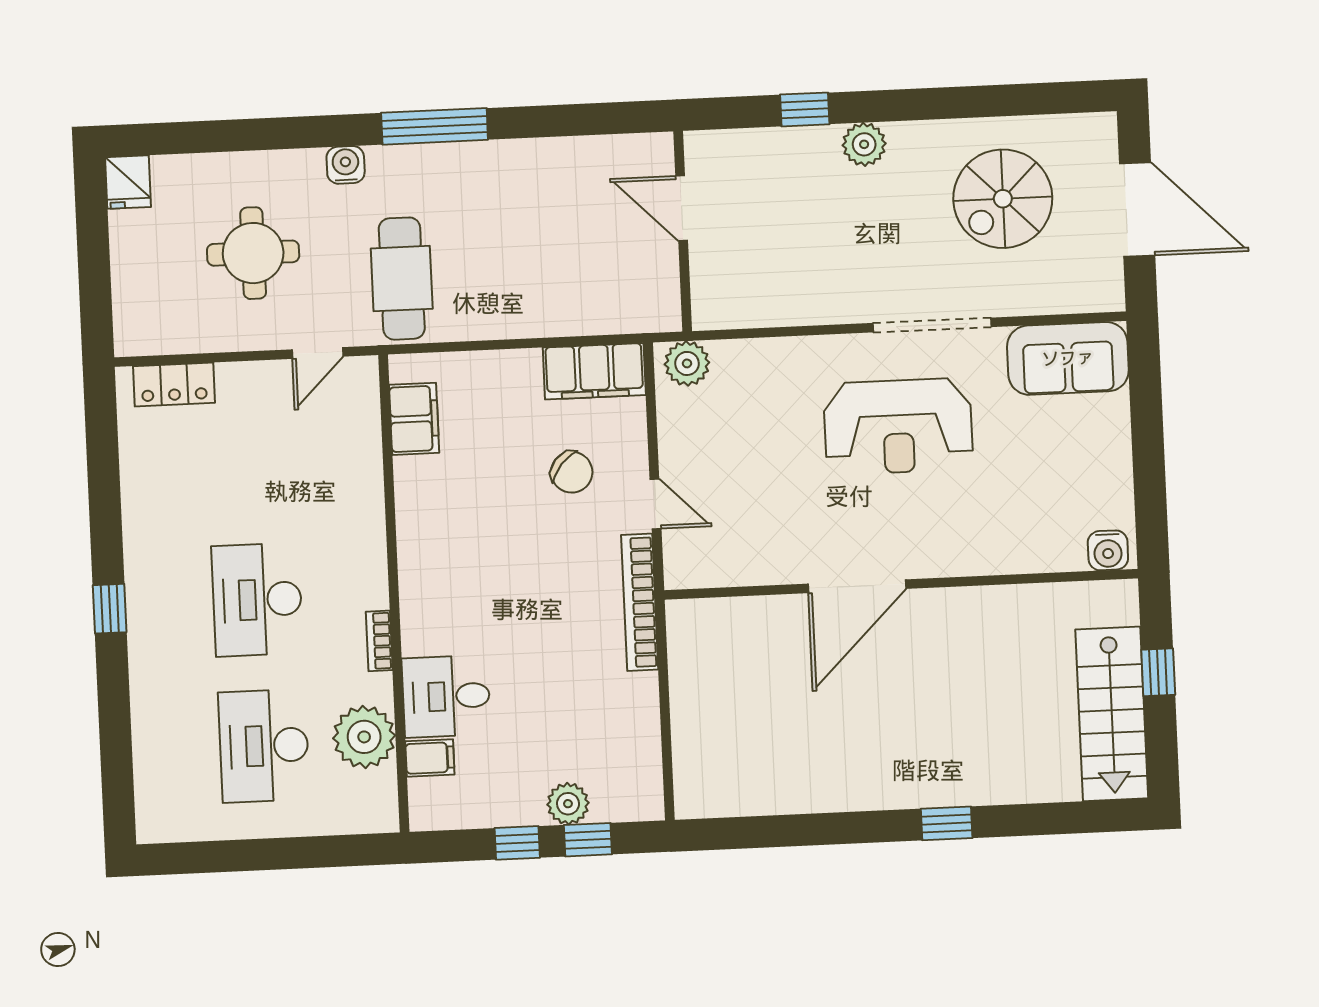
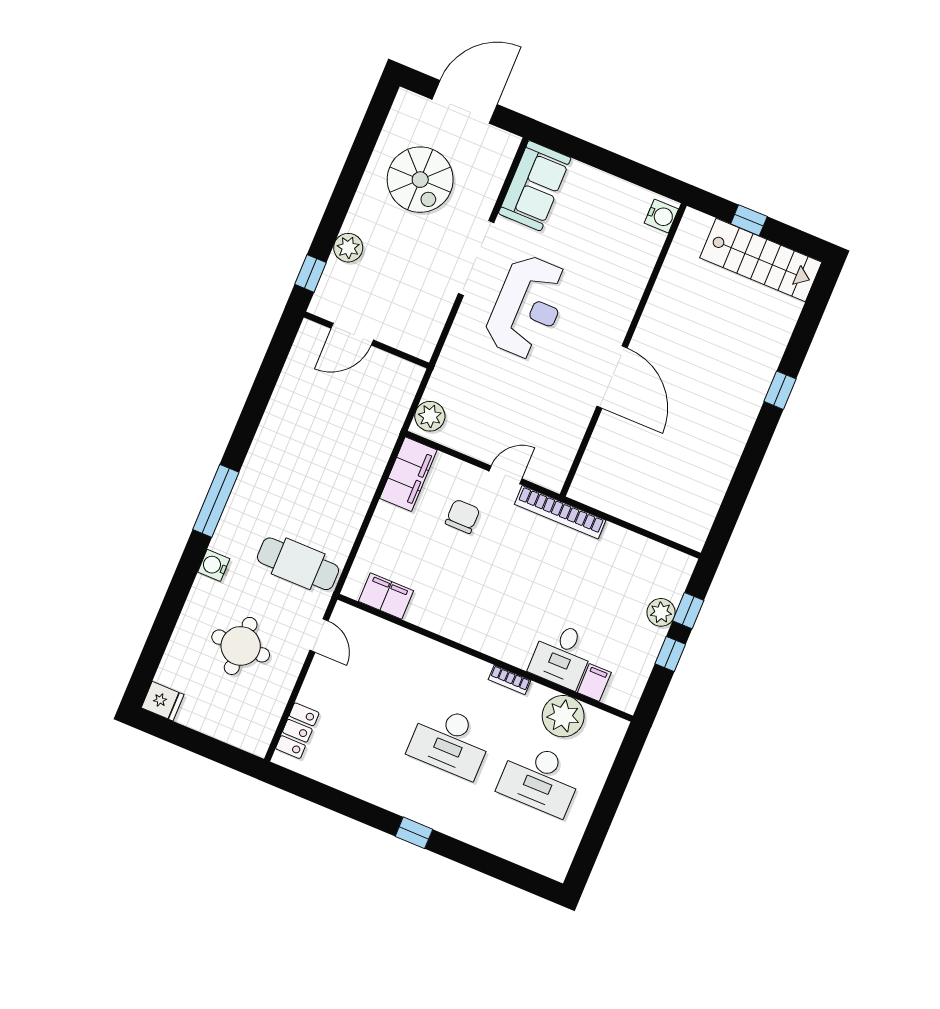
door: (682, 208) -> (352, 334), moved
wall: (683, 231) -> (366, 340), moved
chair: (572, 472) -> (463, 516), turned -40

